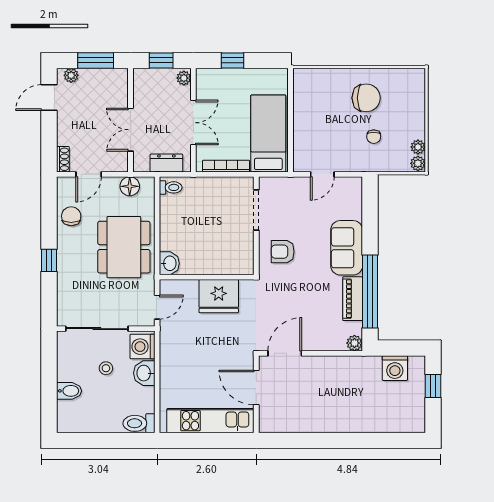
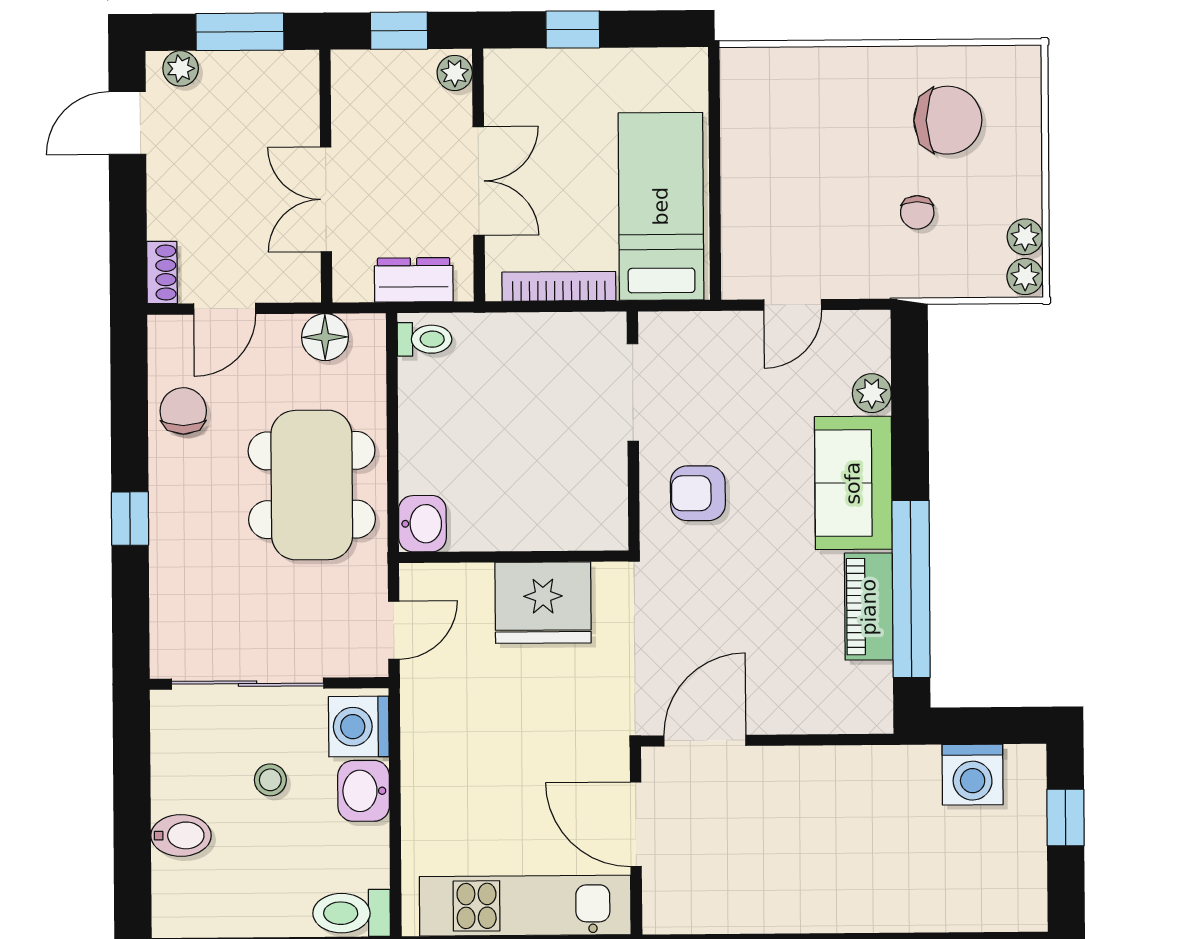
chair: (366, 98) -> (948, 120), moved
plant: (354, 343) -> (872, 393), moved

